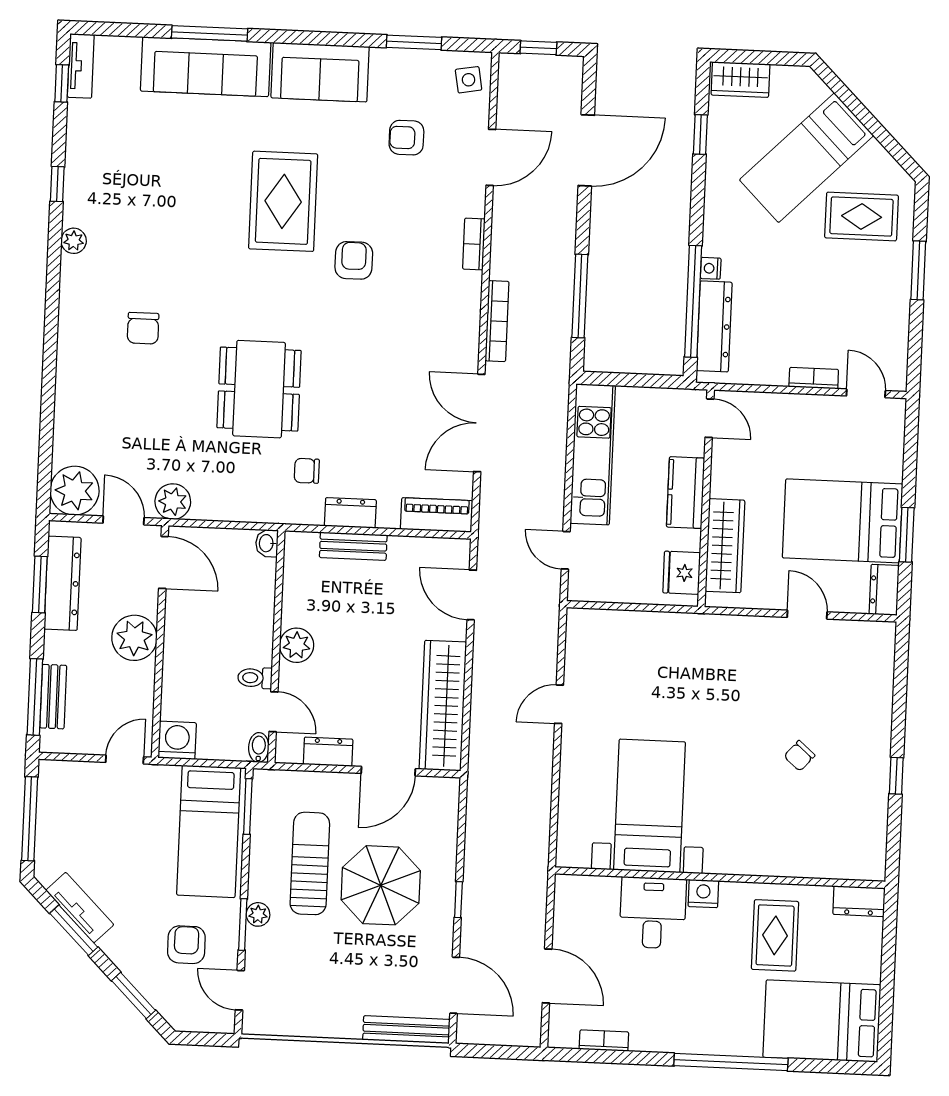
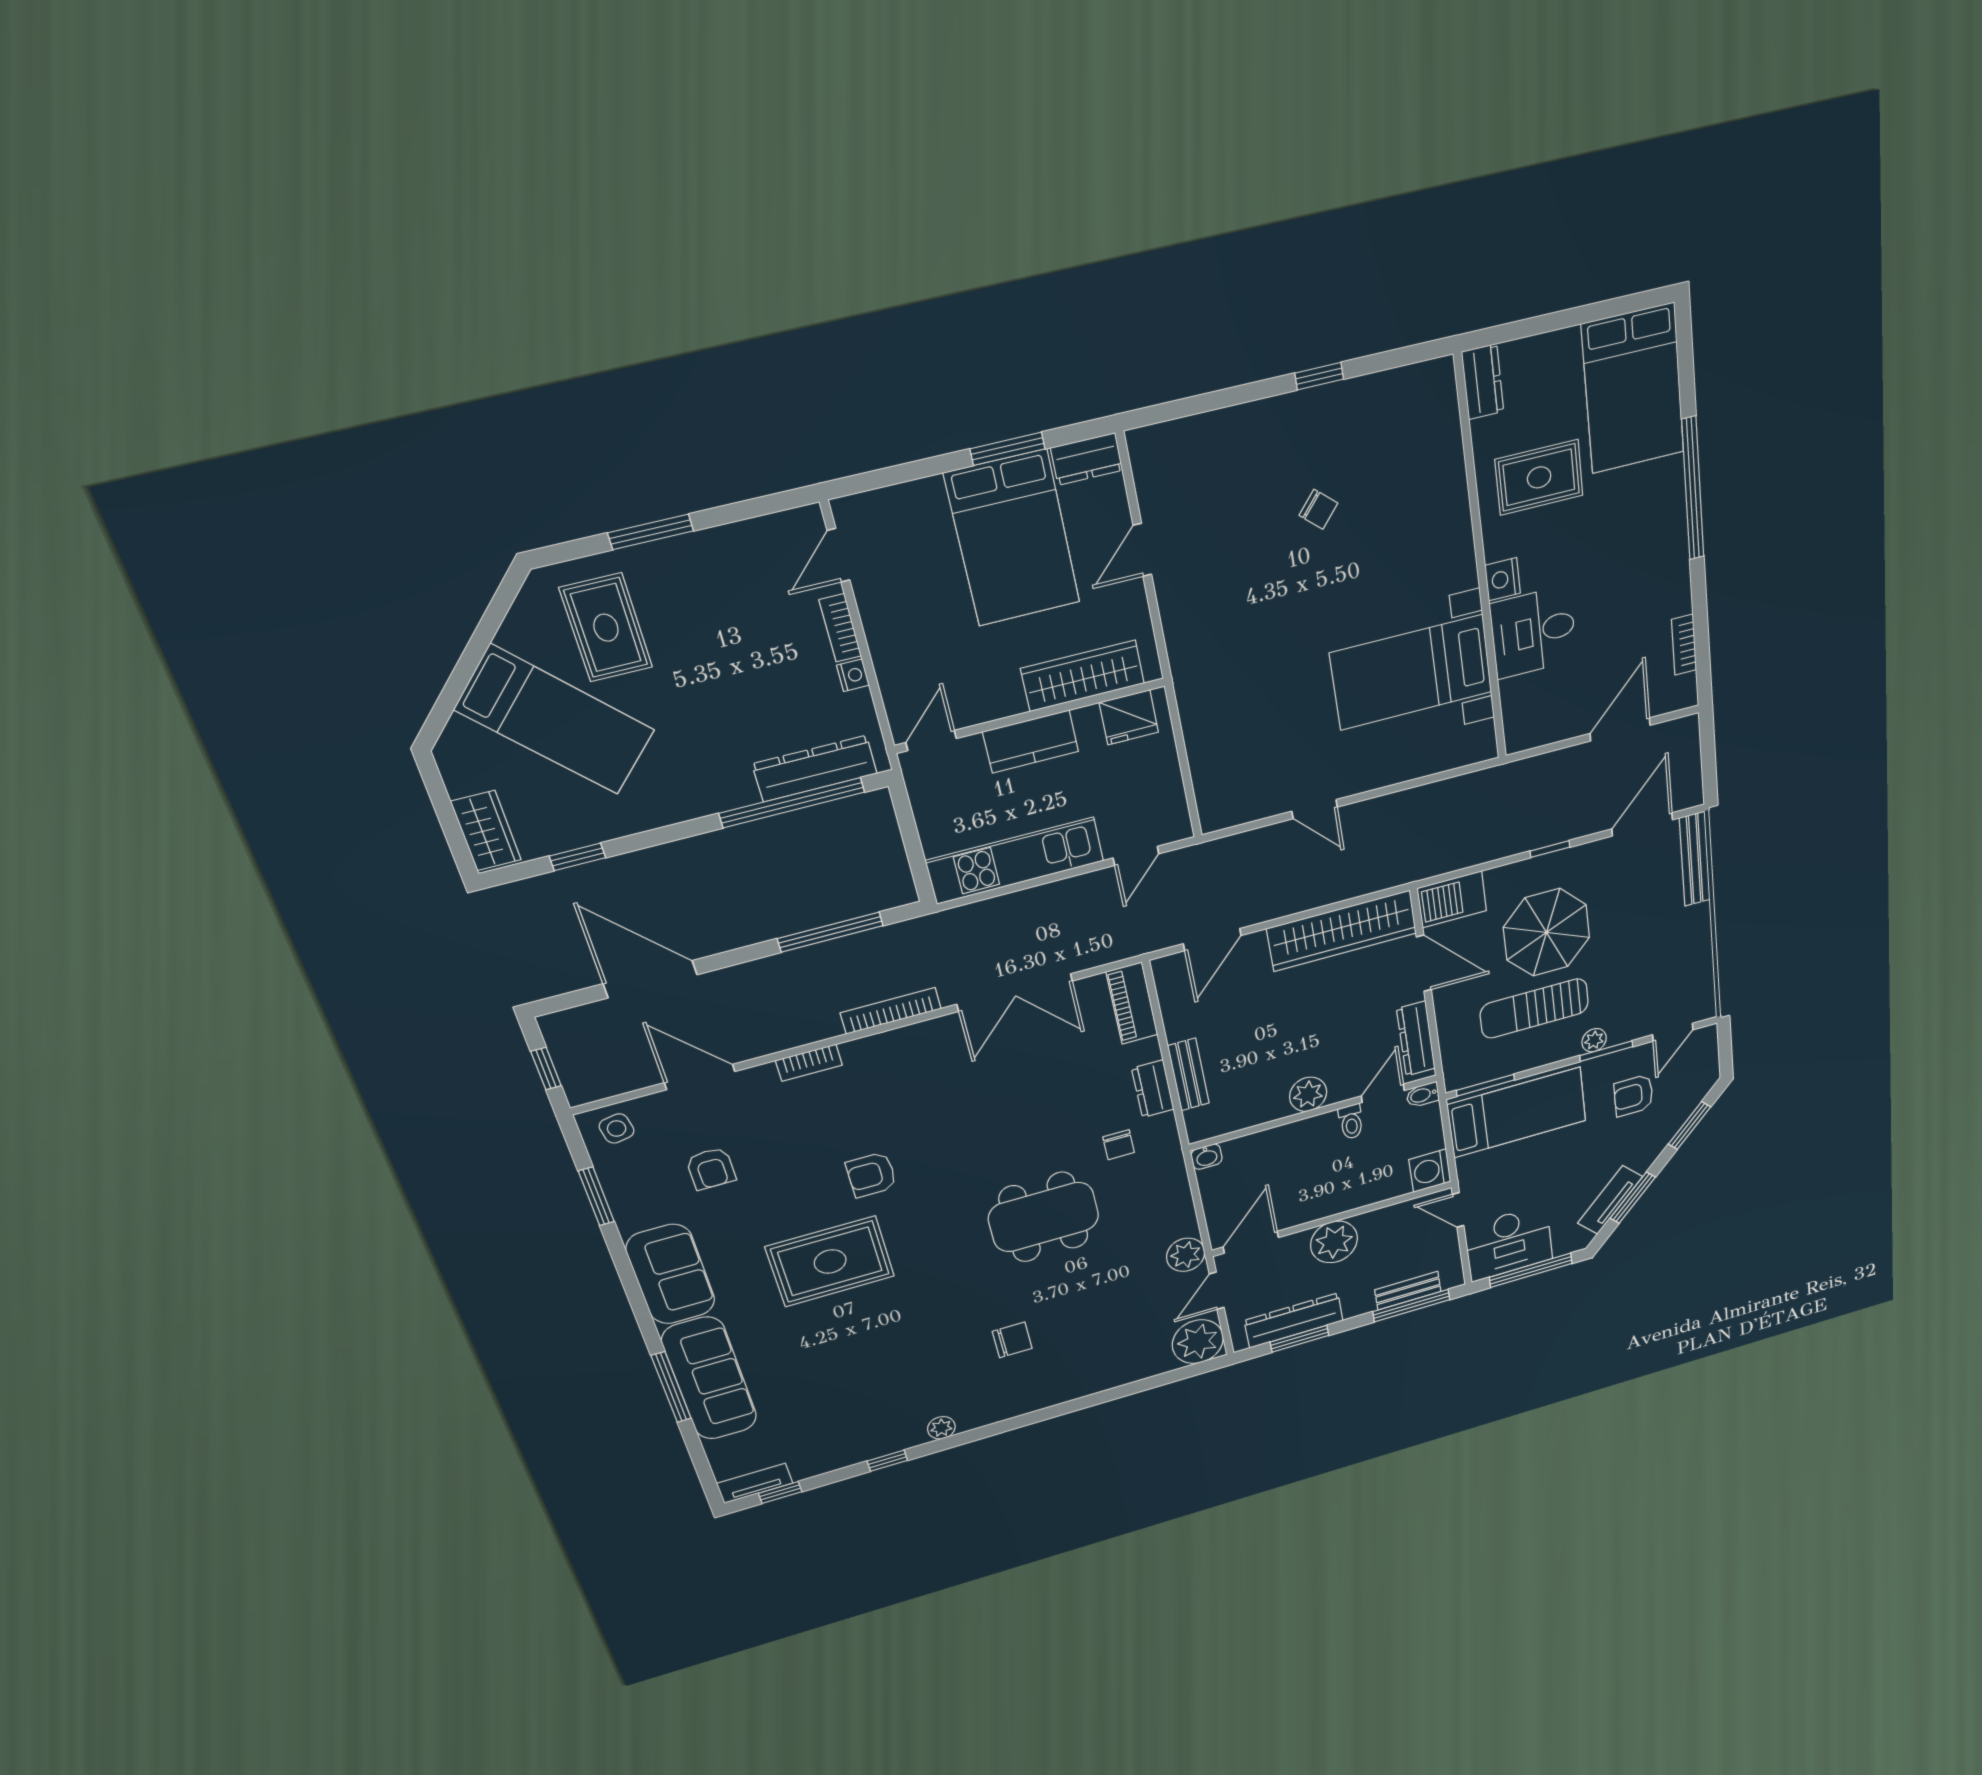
nightstand: (711, 268) -> (853, 675), moved, turned -90
dresser: (328, 752) -> (1416, 1039), width x1.44
desk: (69, 802) -> (1509, 1243), added
barbecue: (440, 806) -> (1452, 899), added

